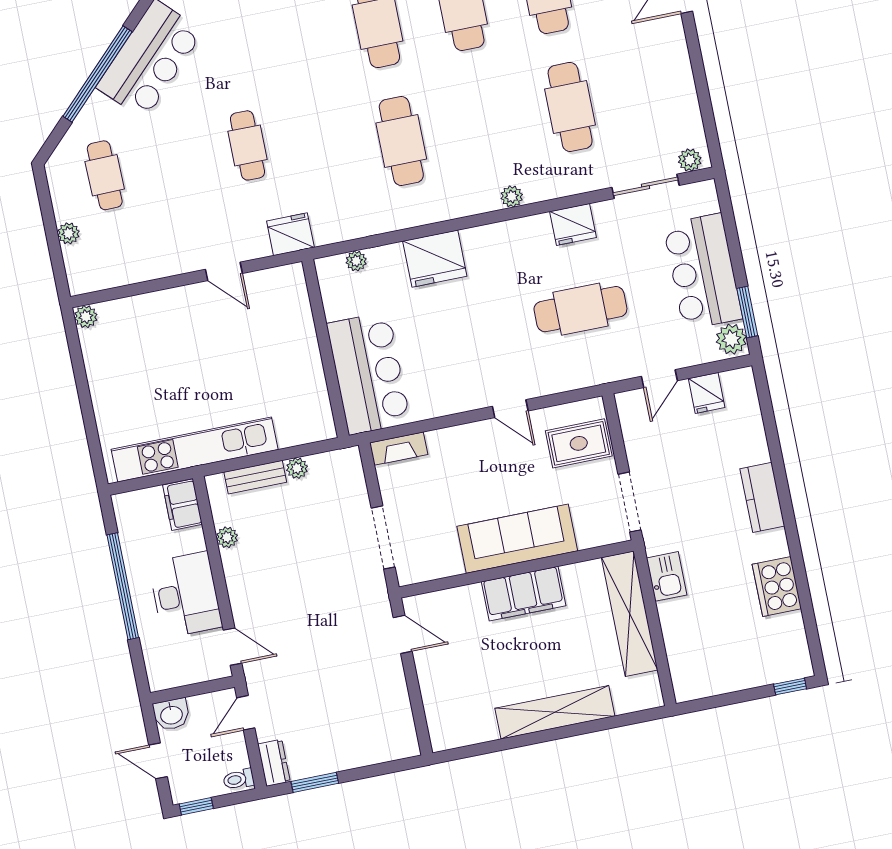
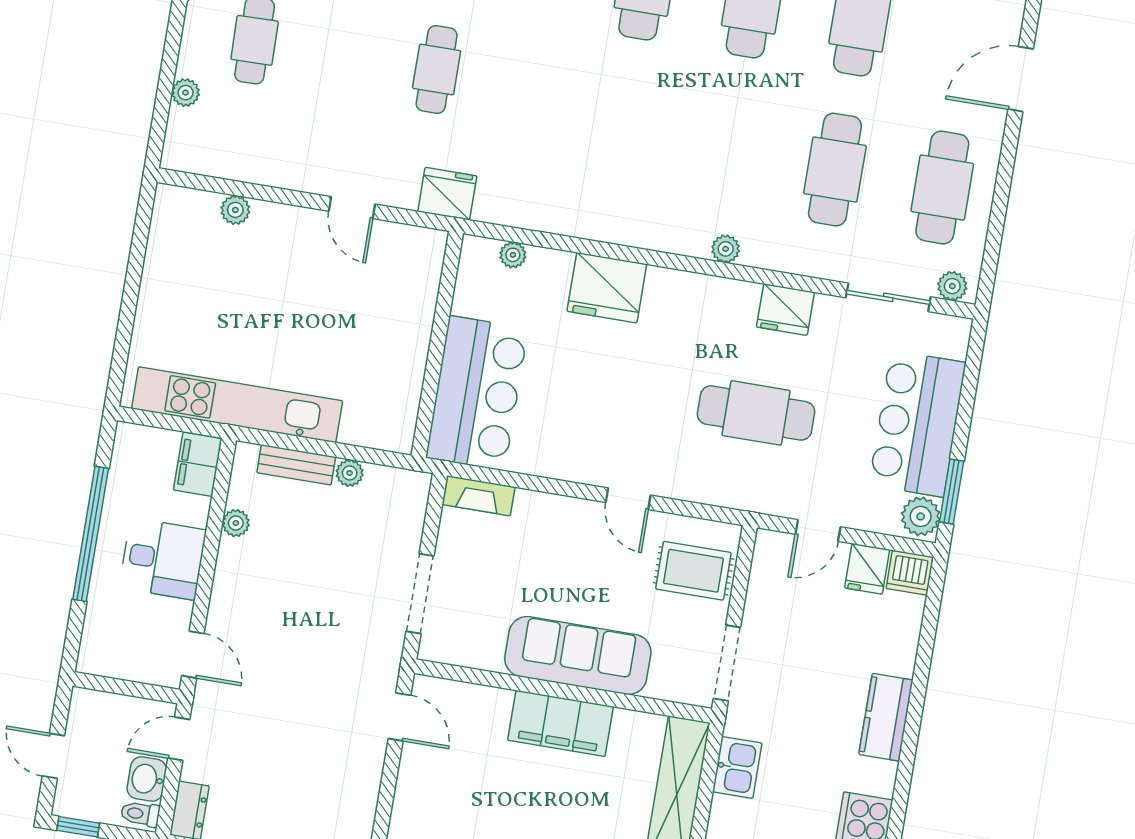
cafe table: (401, 141) -> (942, 187), moved
plant: (86, 317) -> (235, 210), moved
dishwasher: (739, 384) -> (910, 573), added
desk: (185, 595) -> (163, 559), width x0.73
washbasin: (171, 714) -> (147, 779), moved, turned 90

